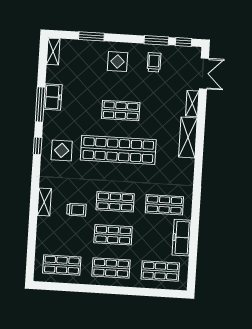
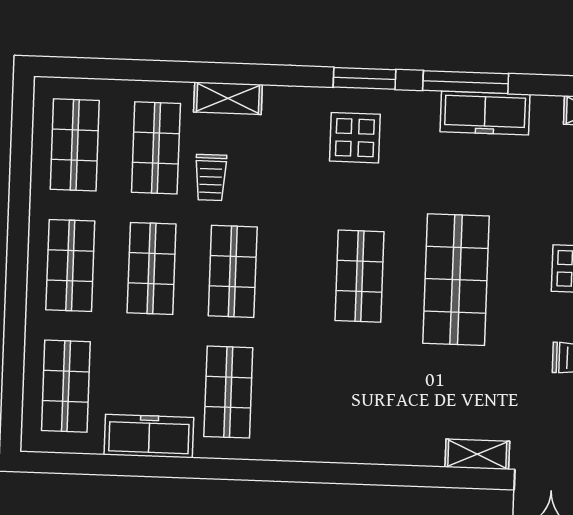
freezer: (53, 97) -> (485, 113), width x1.40
shop shelf: (121, 110) -> (456, 280), width x1.43, depth x1.36
shelving: (188, 138) -> (394, 446), removed
window: (38, 146) -> (365, 78), width x1.50
shop shelf: (118, 150) -> (360, 276), width x0.50, depth x0.74
shop shelf: (64, 232) -> (156, 148), added

